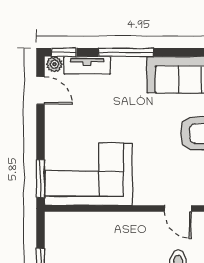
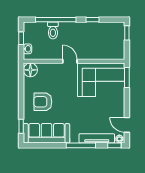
tv unit: (87, 65) -> (97, 138), width x1.41
door: (178, 209) -> (70, 61), moved

